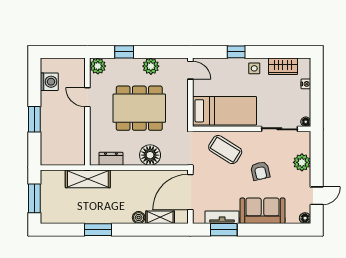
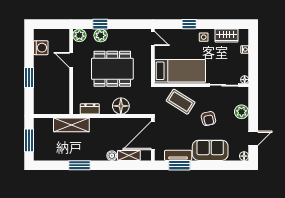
plant: (151, 66) -> (101, 35), moved

